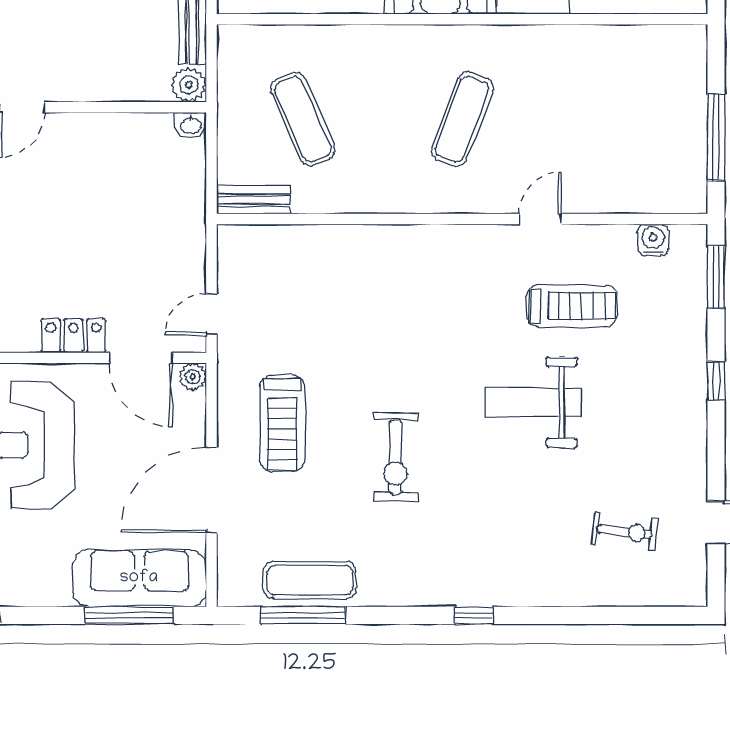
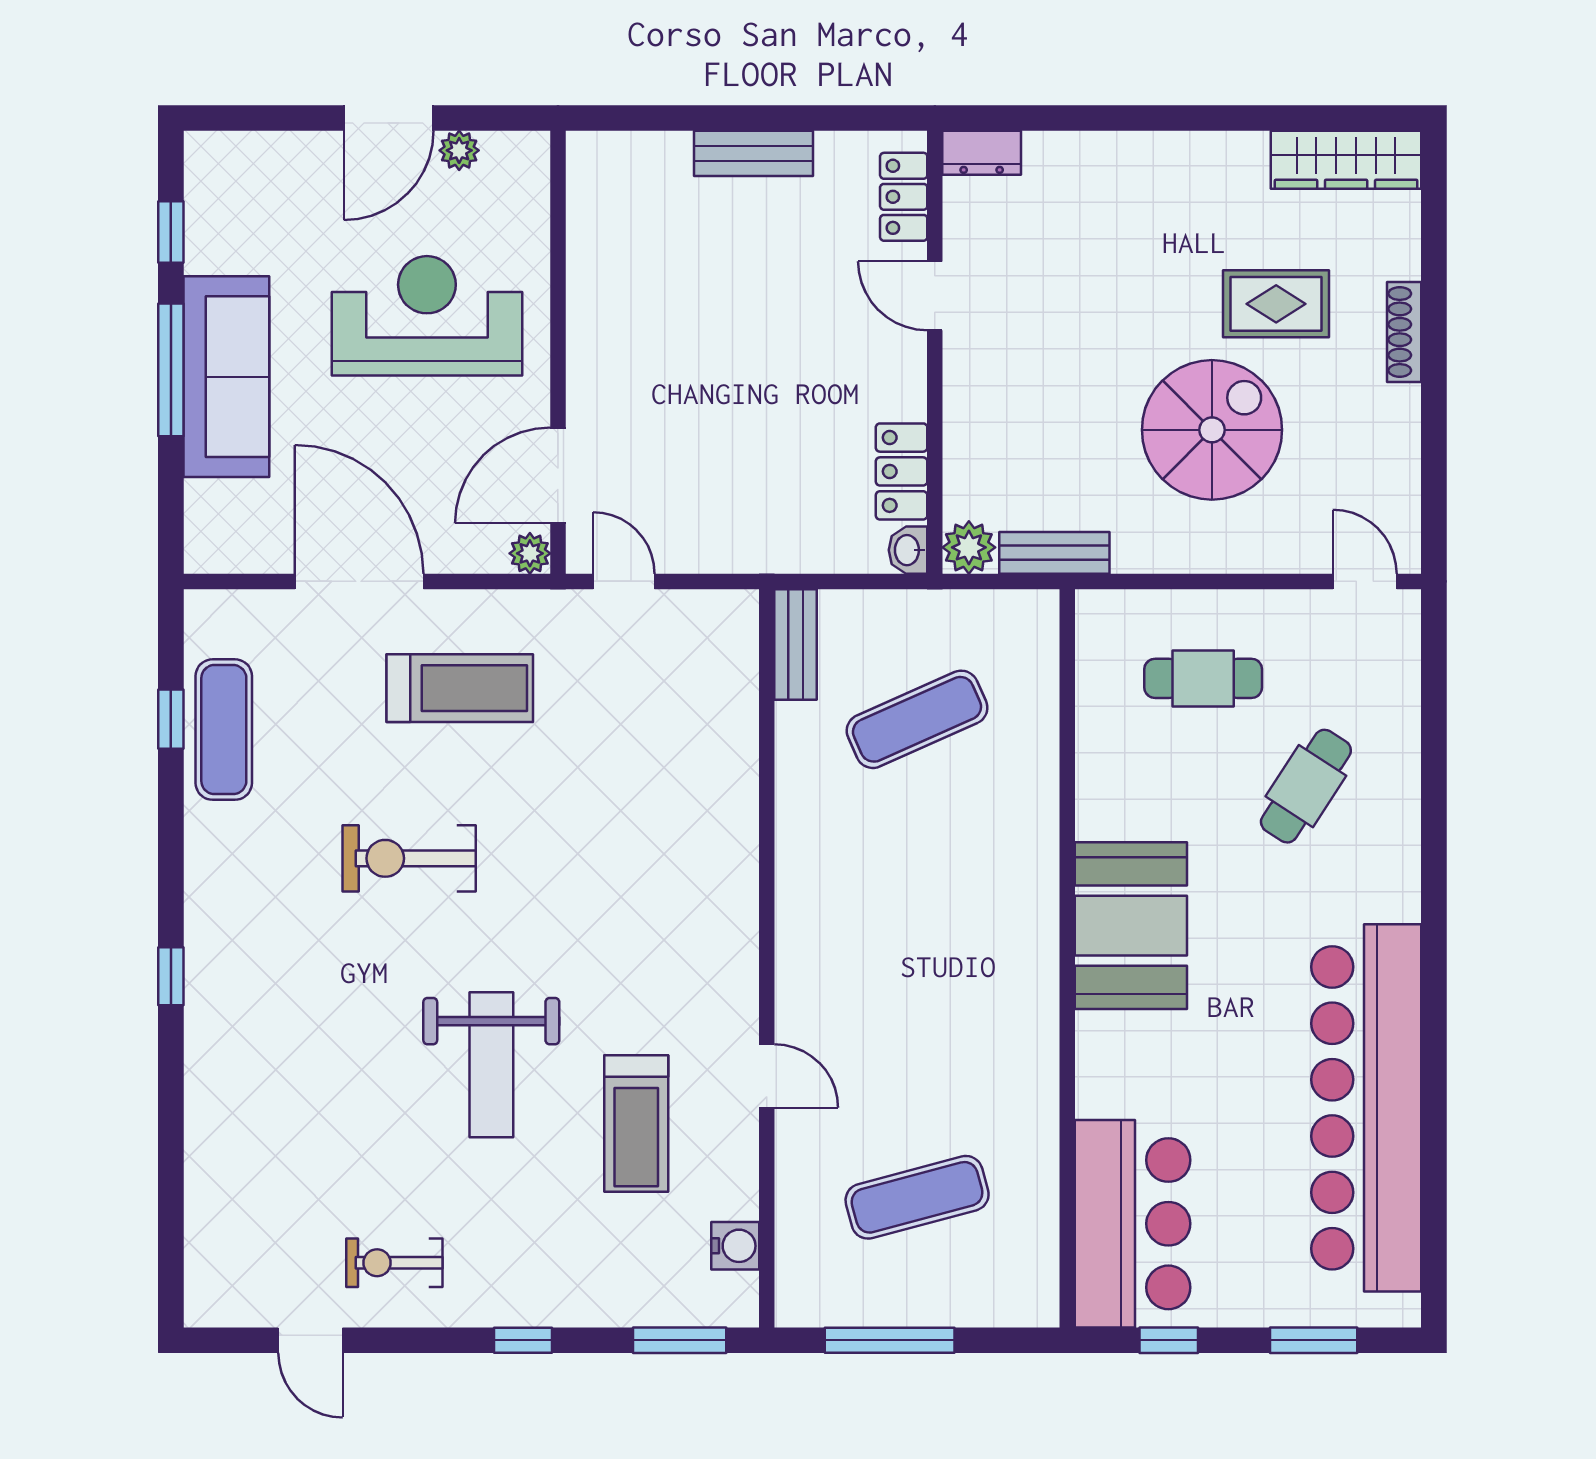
exercise mat: (462, 119) -> (917, 1197), moved, turned -36
locker: (74, 336) -> (902, 471), moved, turned 180
weight bench: (533, 402) -> (491, 1065), turned 180
treadmill: (282, 423) -> (460, 688), turned 180
exercise bike: (625, 532) -> (394, 1263), moved, turned 84
sofa: (139, 578) -> (226, 377), moved
window: (129, 615) -> (171, 370), moved
window: (303, 615) -> (171, 719), width x0.46

